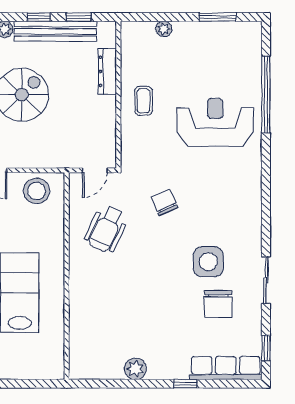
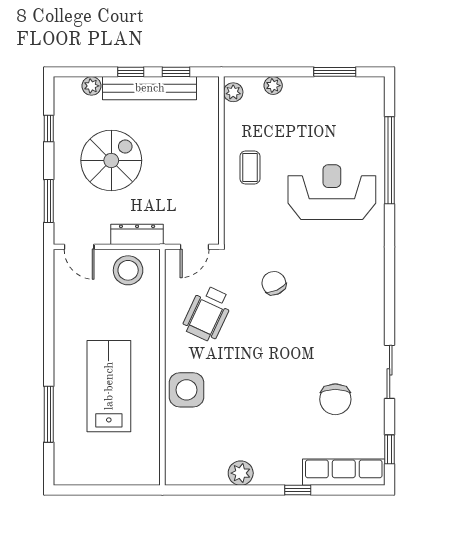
plant: (129, 35) -> (233, 92), added
dresser: (107, 71) -> (137, 234), moved, turned 90
side table: (208, 262) -> (186, 390), moved

